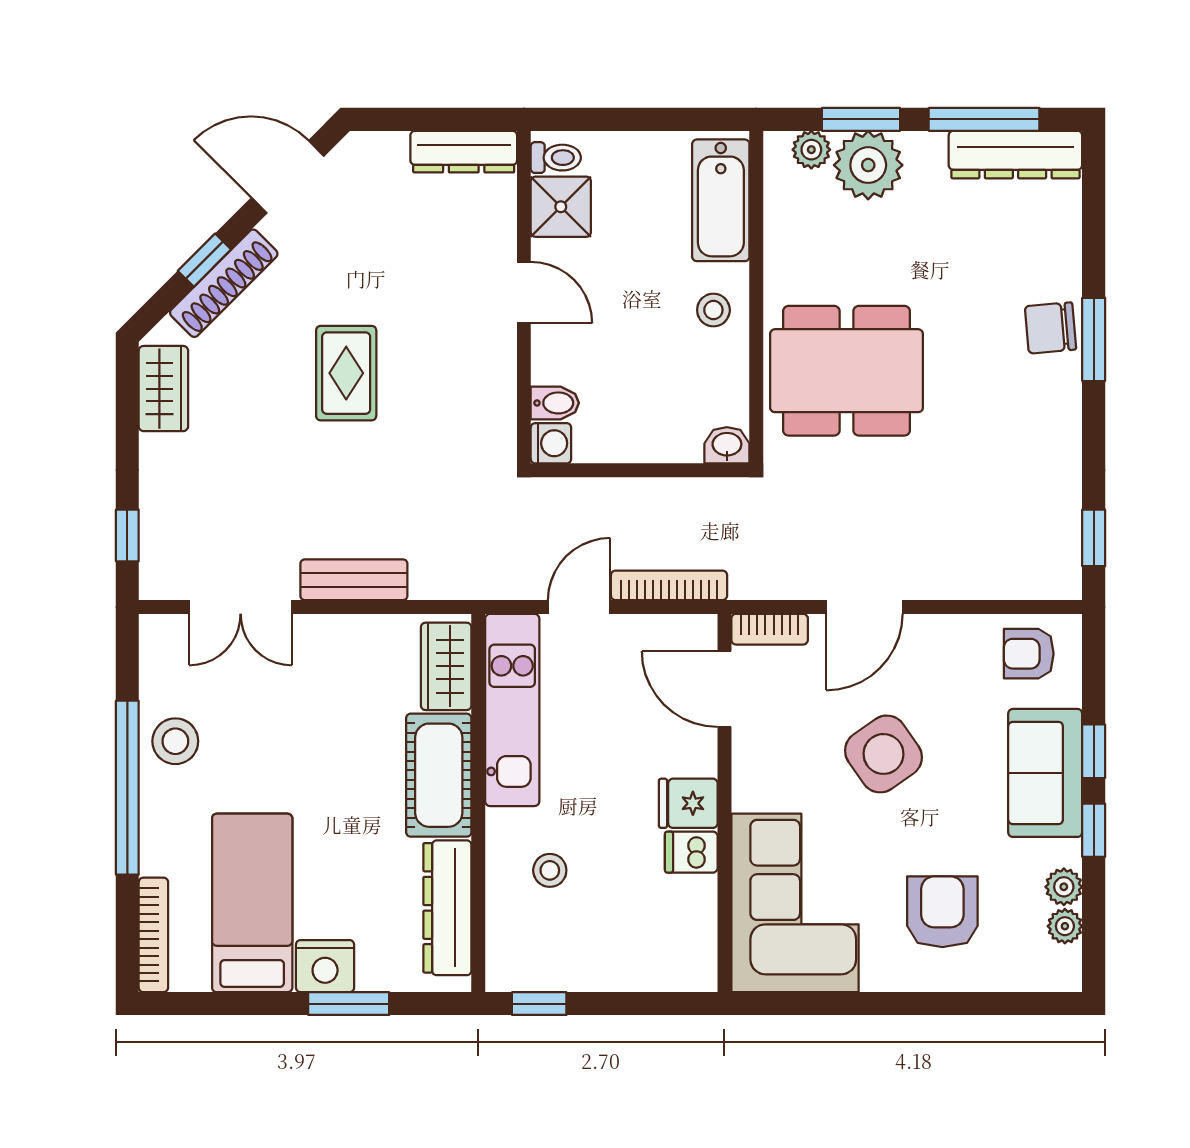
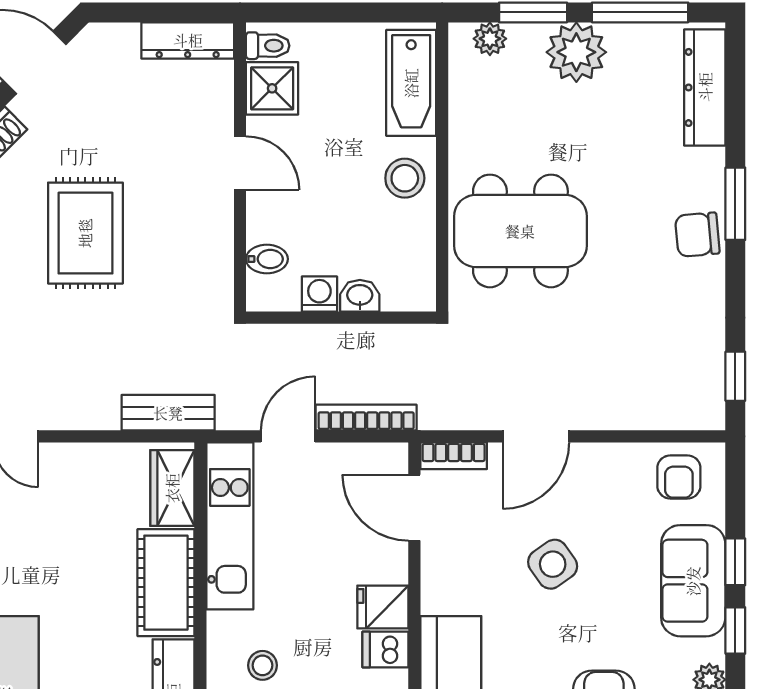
dresser: (1015, 155) -> (705, 87), moved, turned 90
plant: (868, 165) -> (576, 52), moved
stool: (713, 310) -> (405, 178), width x1.37, depth x1.37
chair: (1050, 328) -> (697, 235), moved
rug: (346, 373) -> (85, 233), width x1.36, depth x1.43
washing machine: (551, 443) -> (319, 294), moved, turned -90
washbasin: (727, 445) -> (360, 296), moved
bench: (354, 580) -> (168, 413), moved
armchair: (1029, 654) -> (679, 477), turned -90
side table: (883, 754) -> (553, 564), width x0.73, depth x0.73

